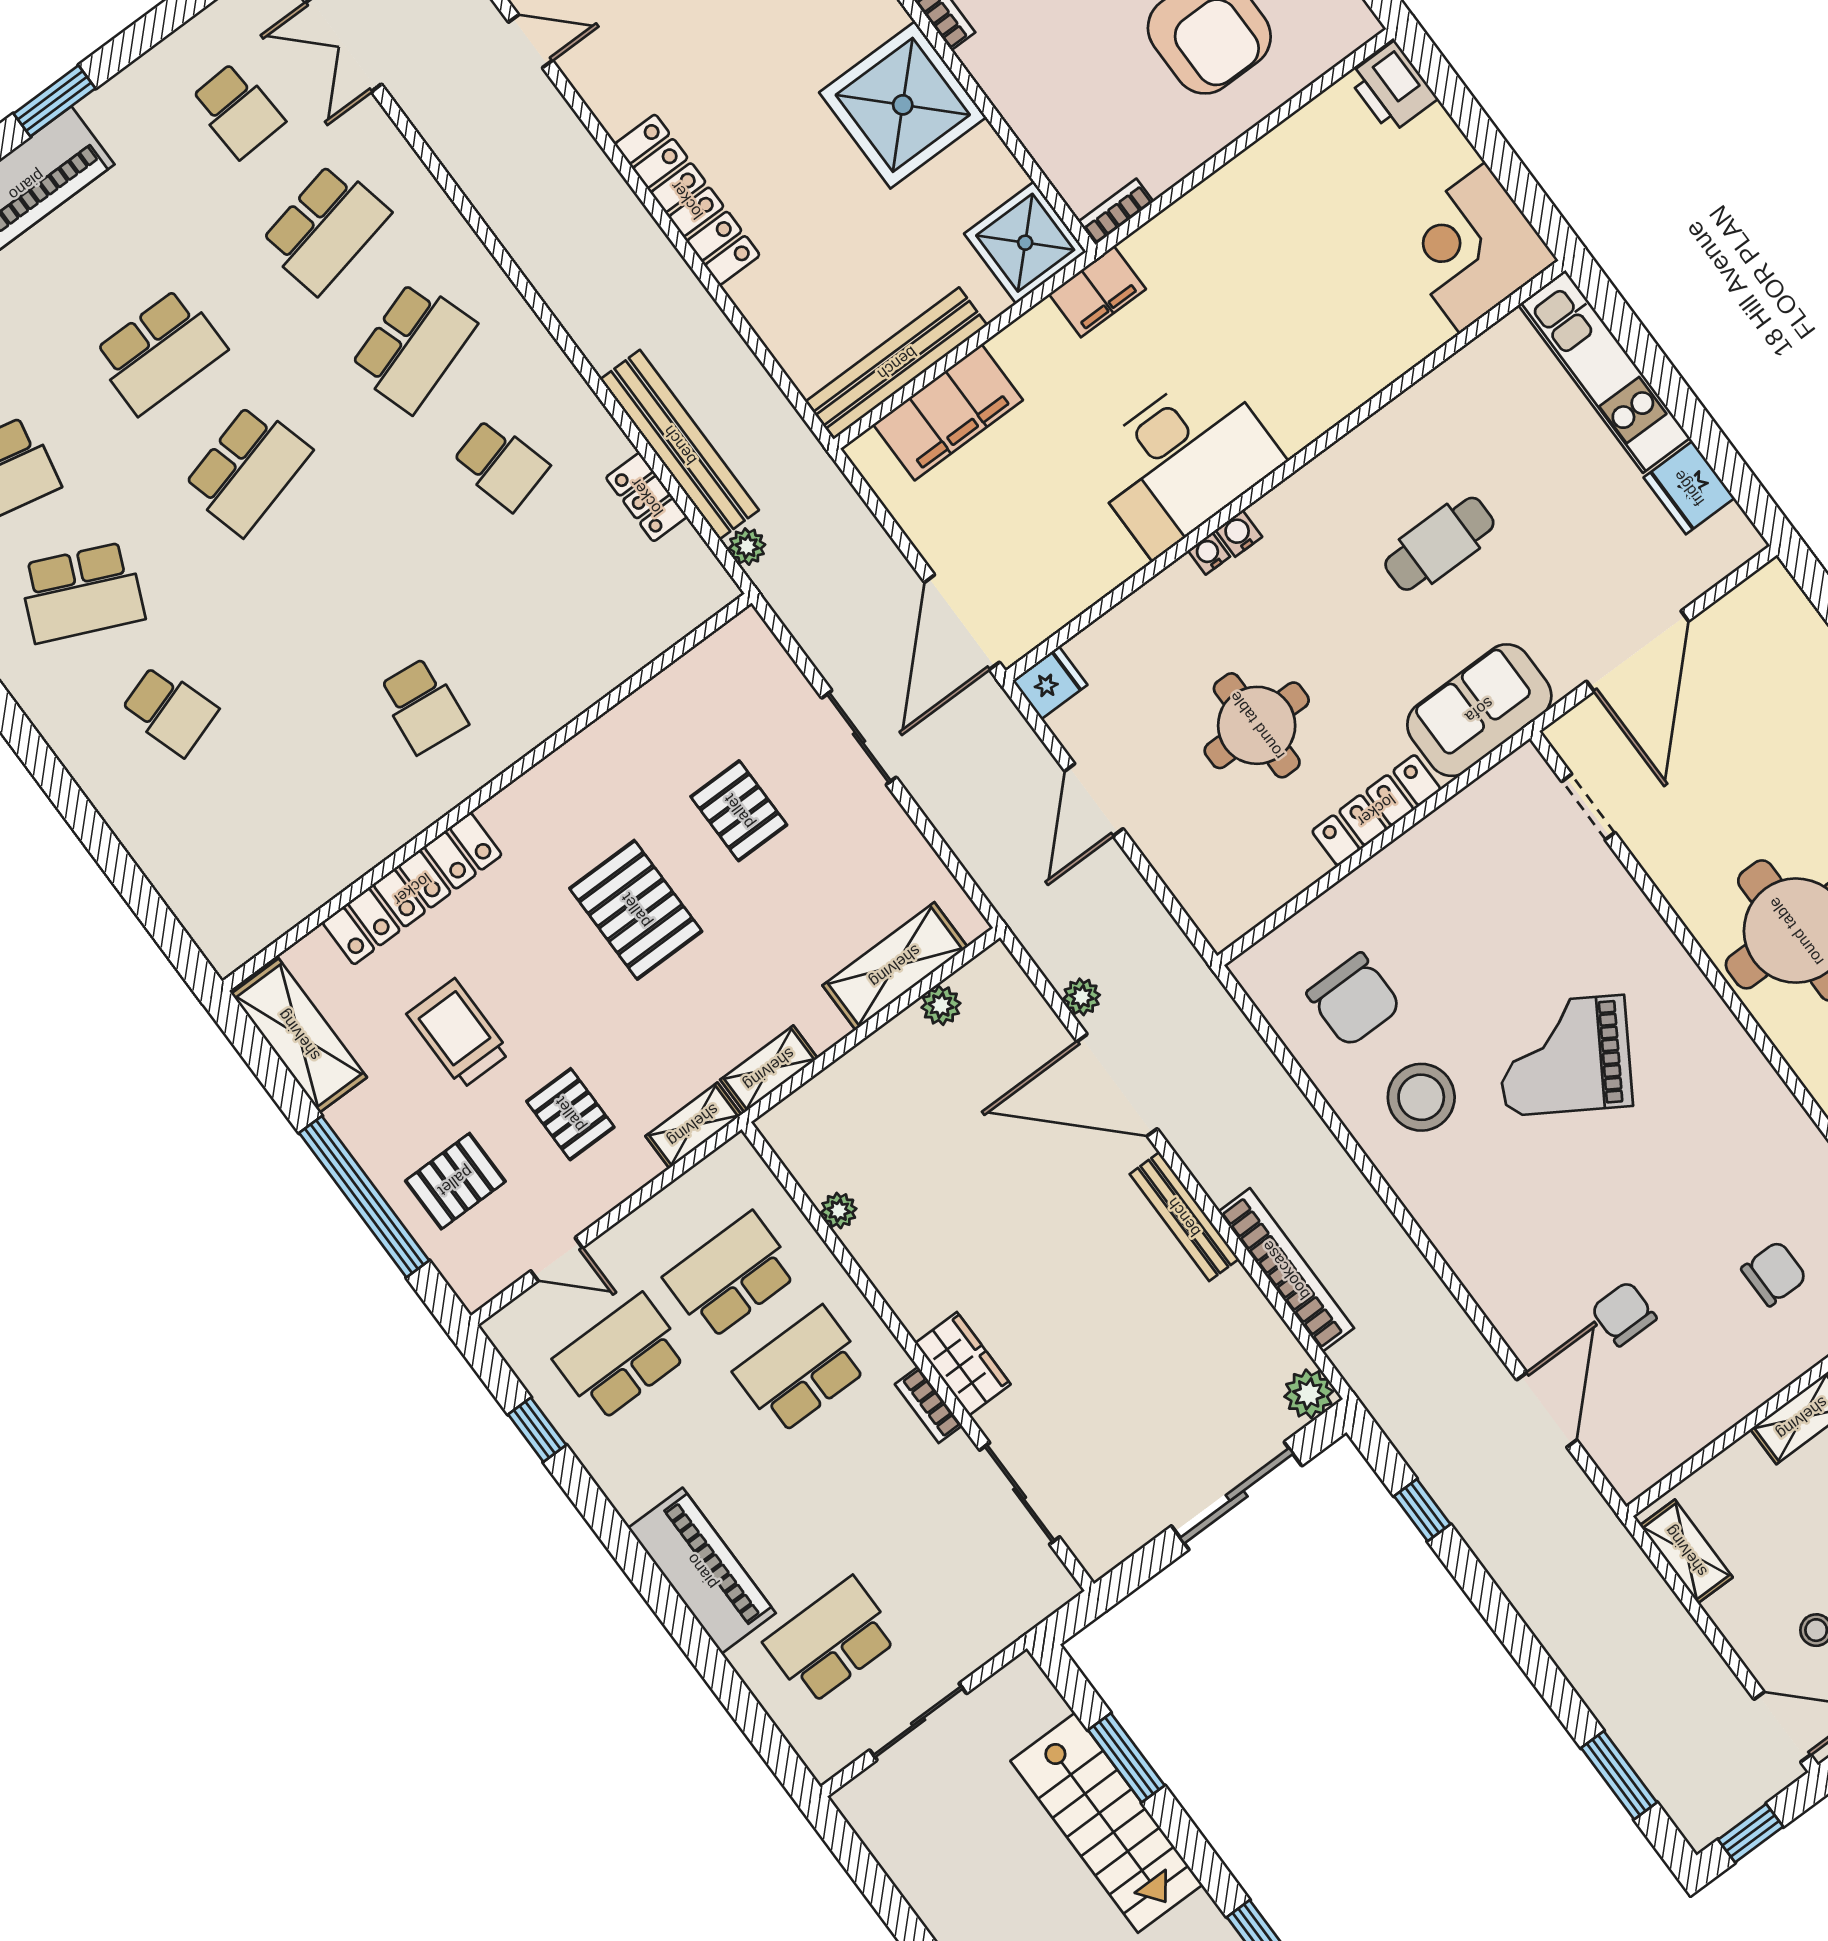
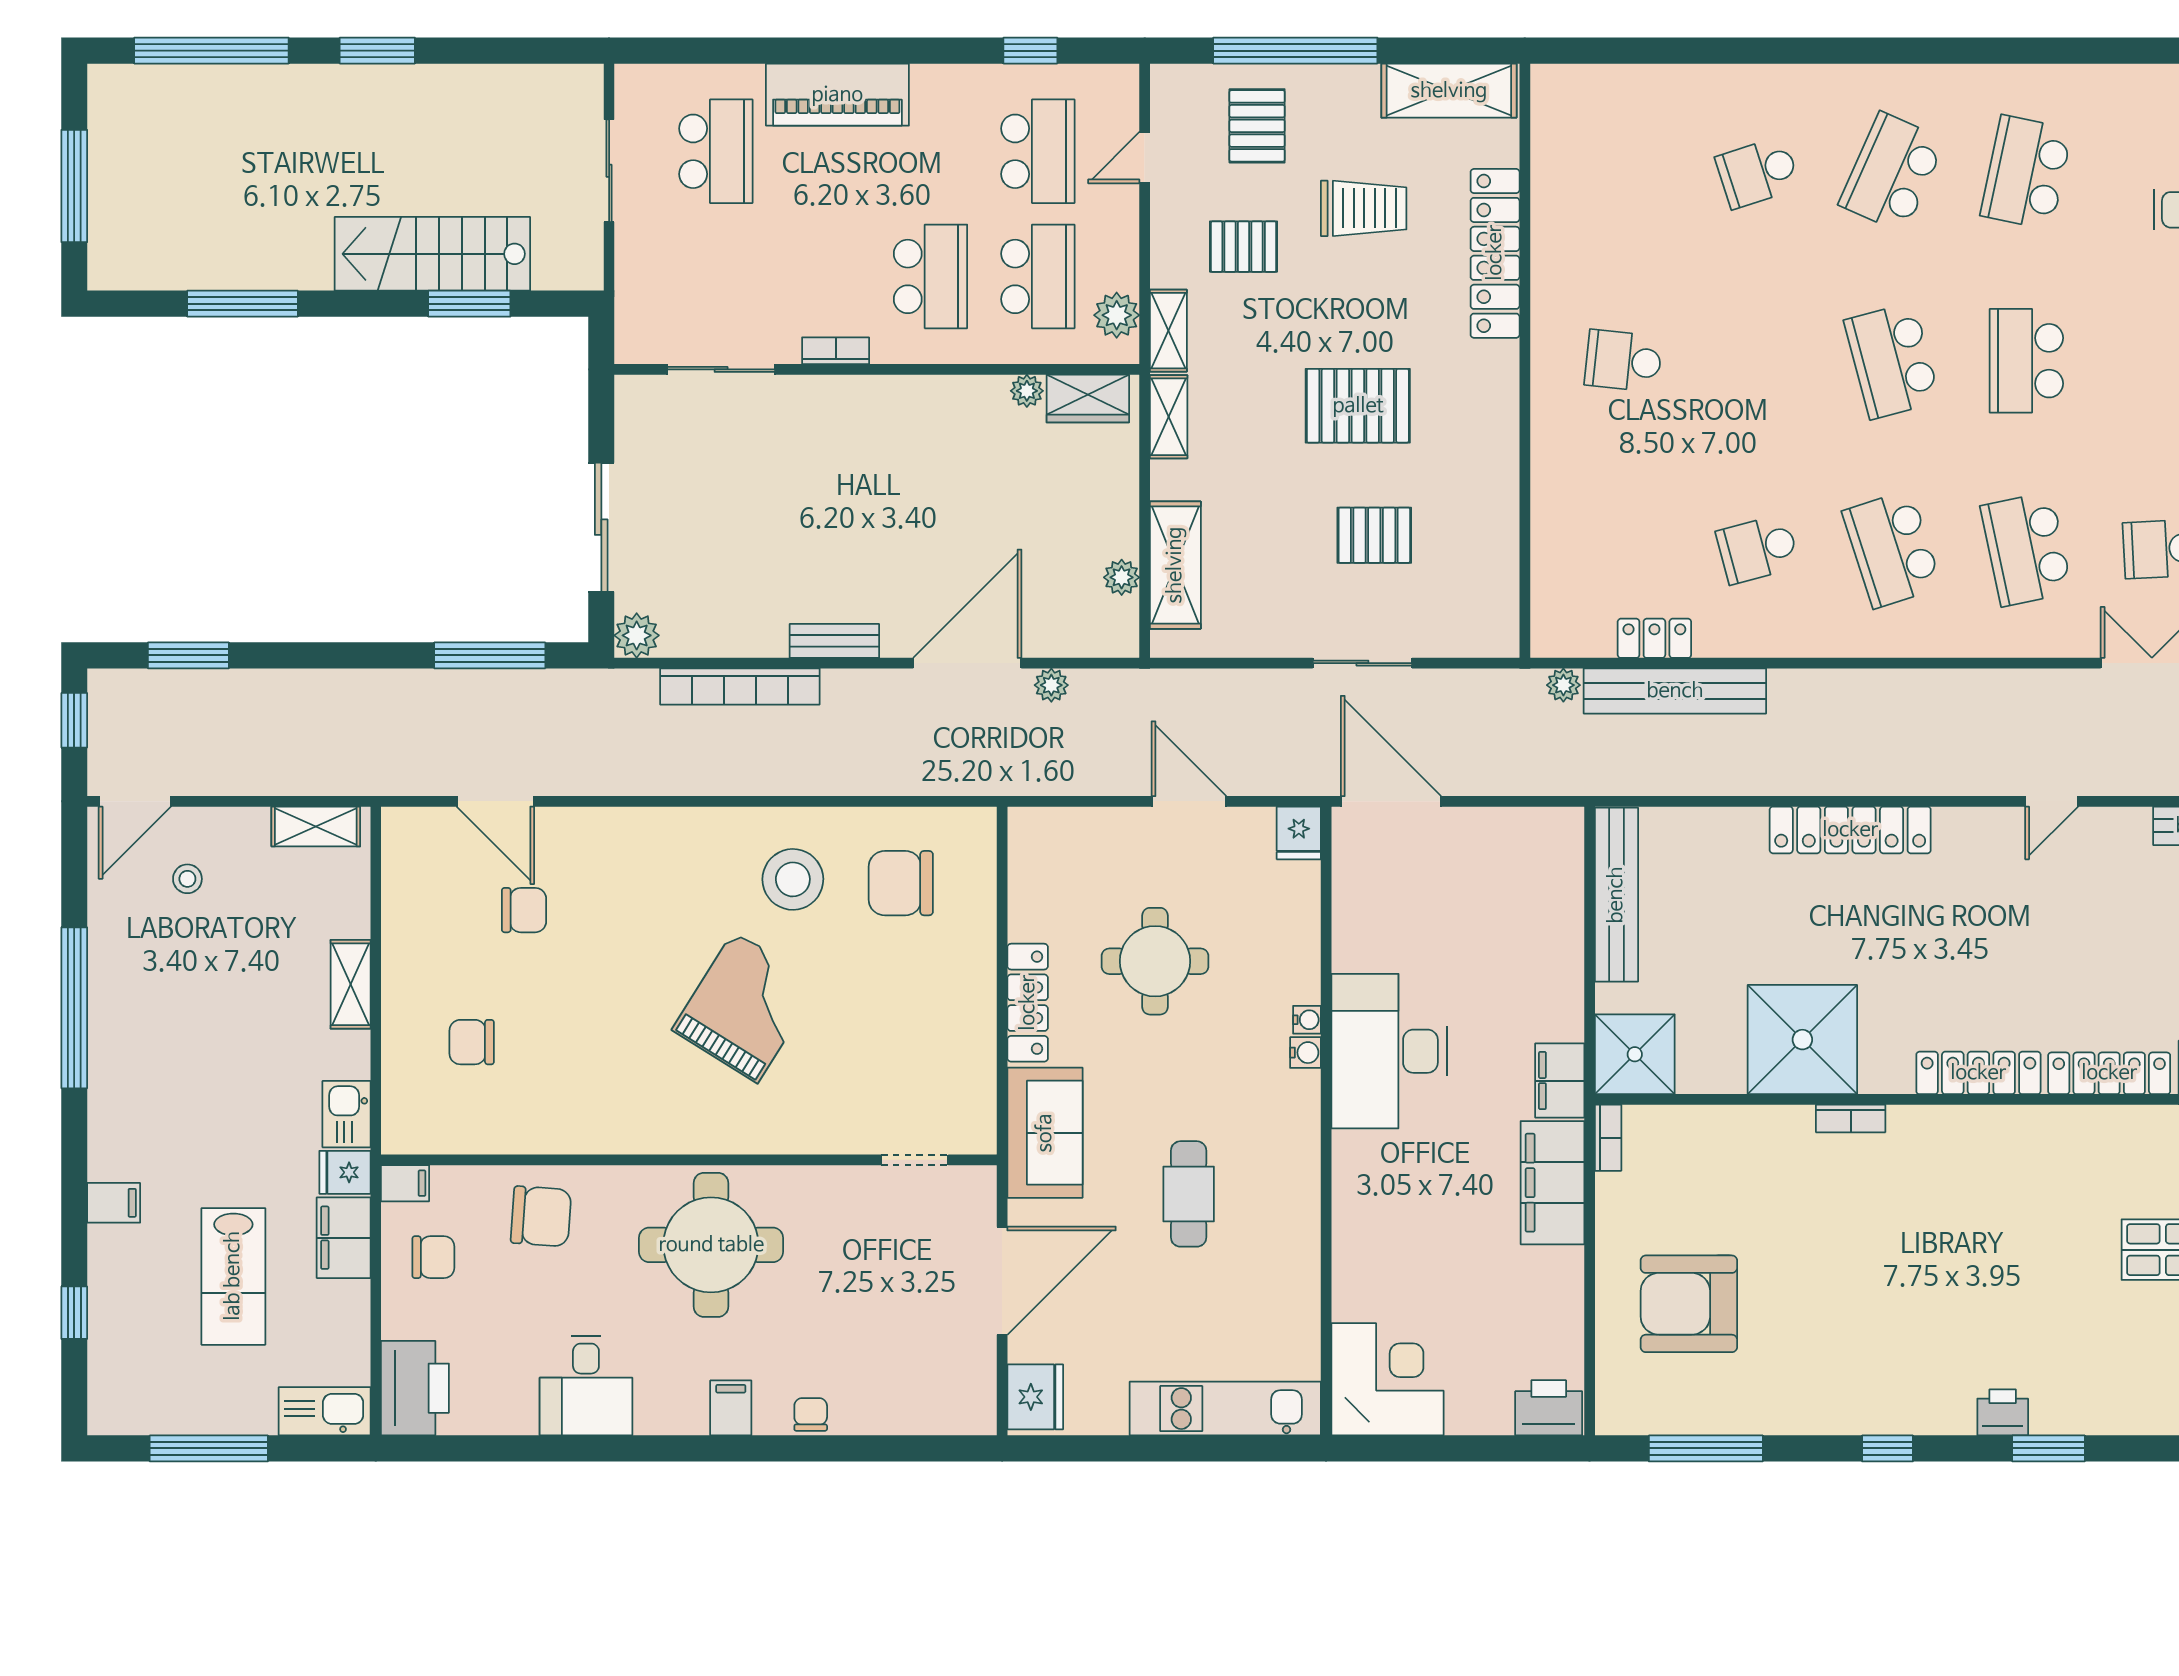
filing cabinet: (948, 412) -> (1552, 1183), moved
fridge: (1689, 488) -> (1035, 1397), moved, turned 90
door: (1638, 651) -> (1002, 1281), swing flipped
plant: (714, 1181) -> (1117, 315), added
bench: (1184, 1217) -> (834, 641), width x0.73
chair: (1774, 1273) -> (472, 1042), turned 90
wardrobe: (963, 1364) -> (1088, 398), moved
window: (1422, 1510) -> (490, 655), width x2.17

